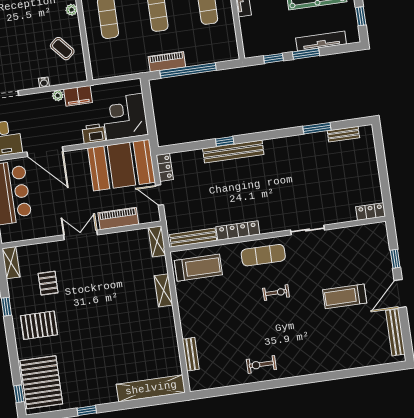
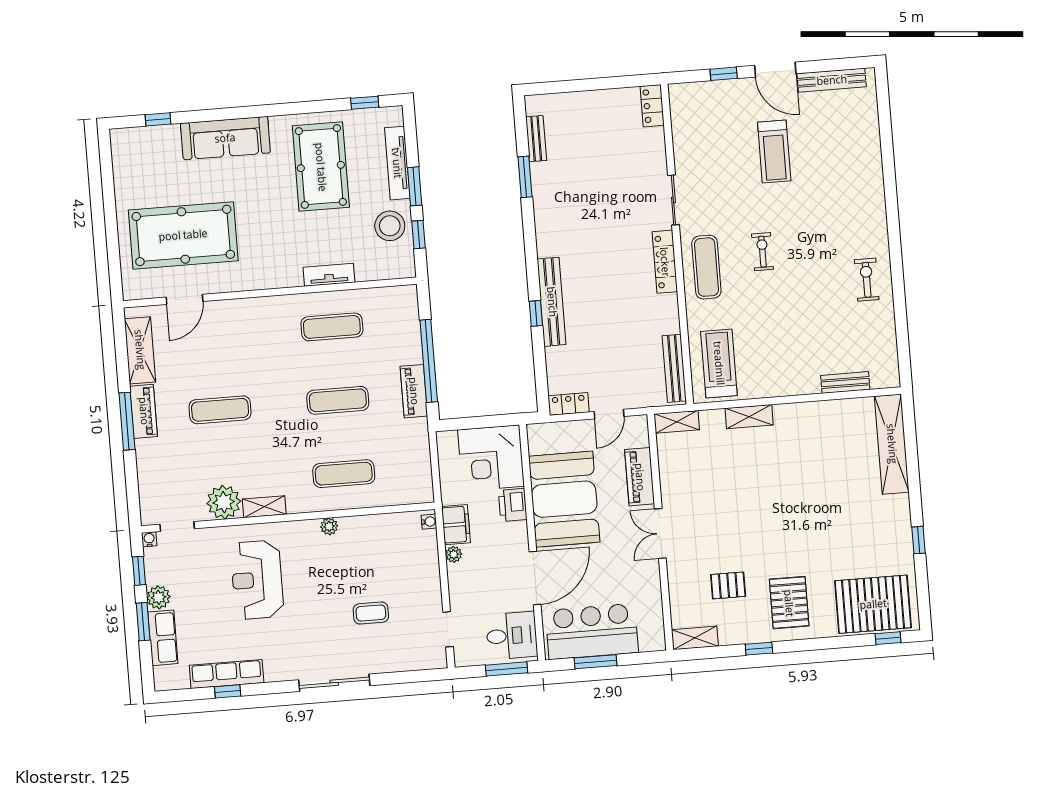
stool: (278, 38) -> (390, 226), added
coffee table: (62, 49) -> (371, 613), moved, turned 41
water cooler: (44, 82) -> (429, 522), moved
booth: (121, 165) -> (564, 499), moved
locker: (238, 231) -> (665, 262), moved
exercise bike: (261, 364) -> (867, 280), turned 180

